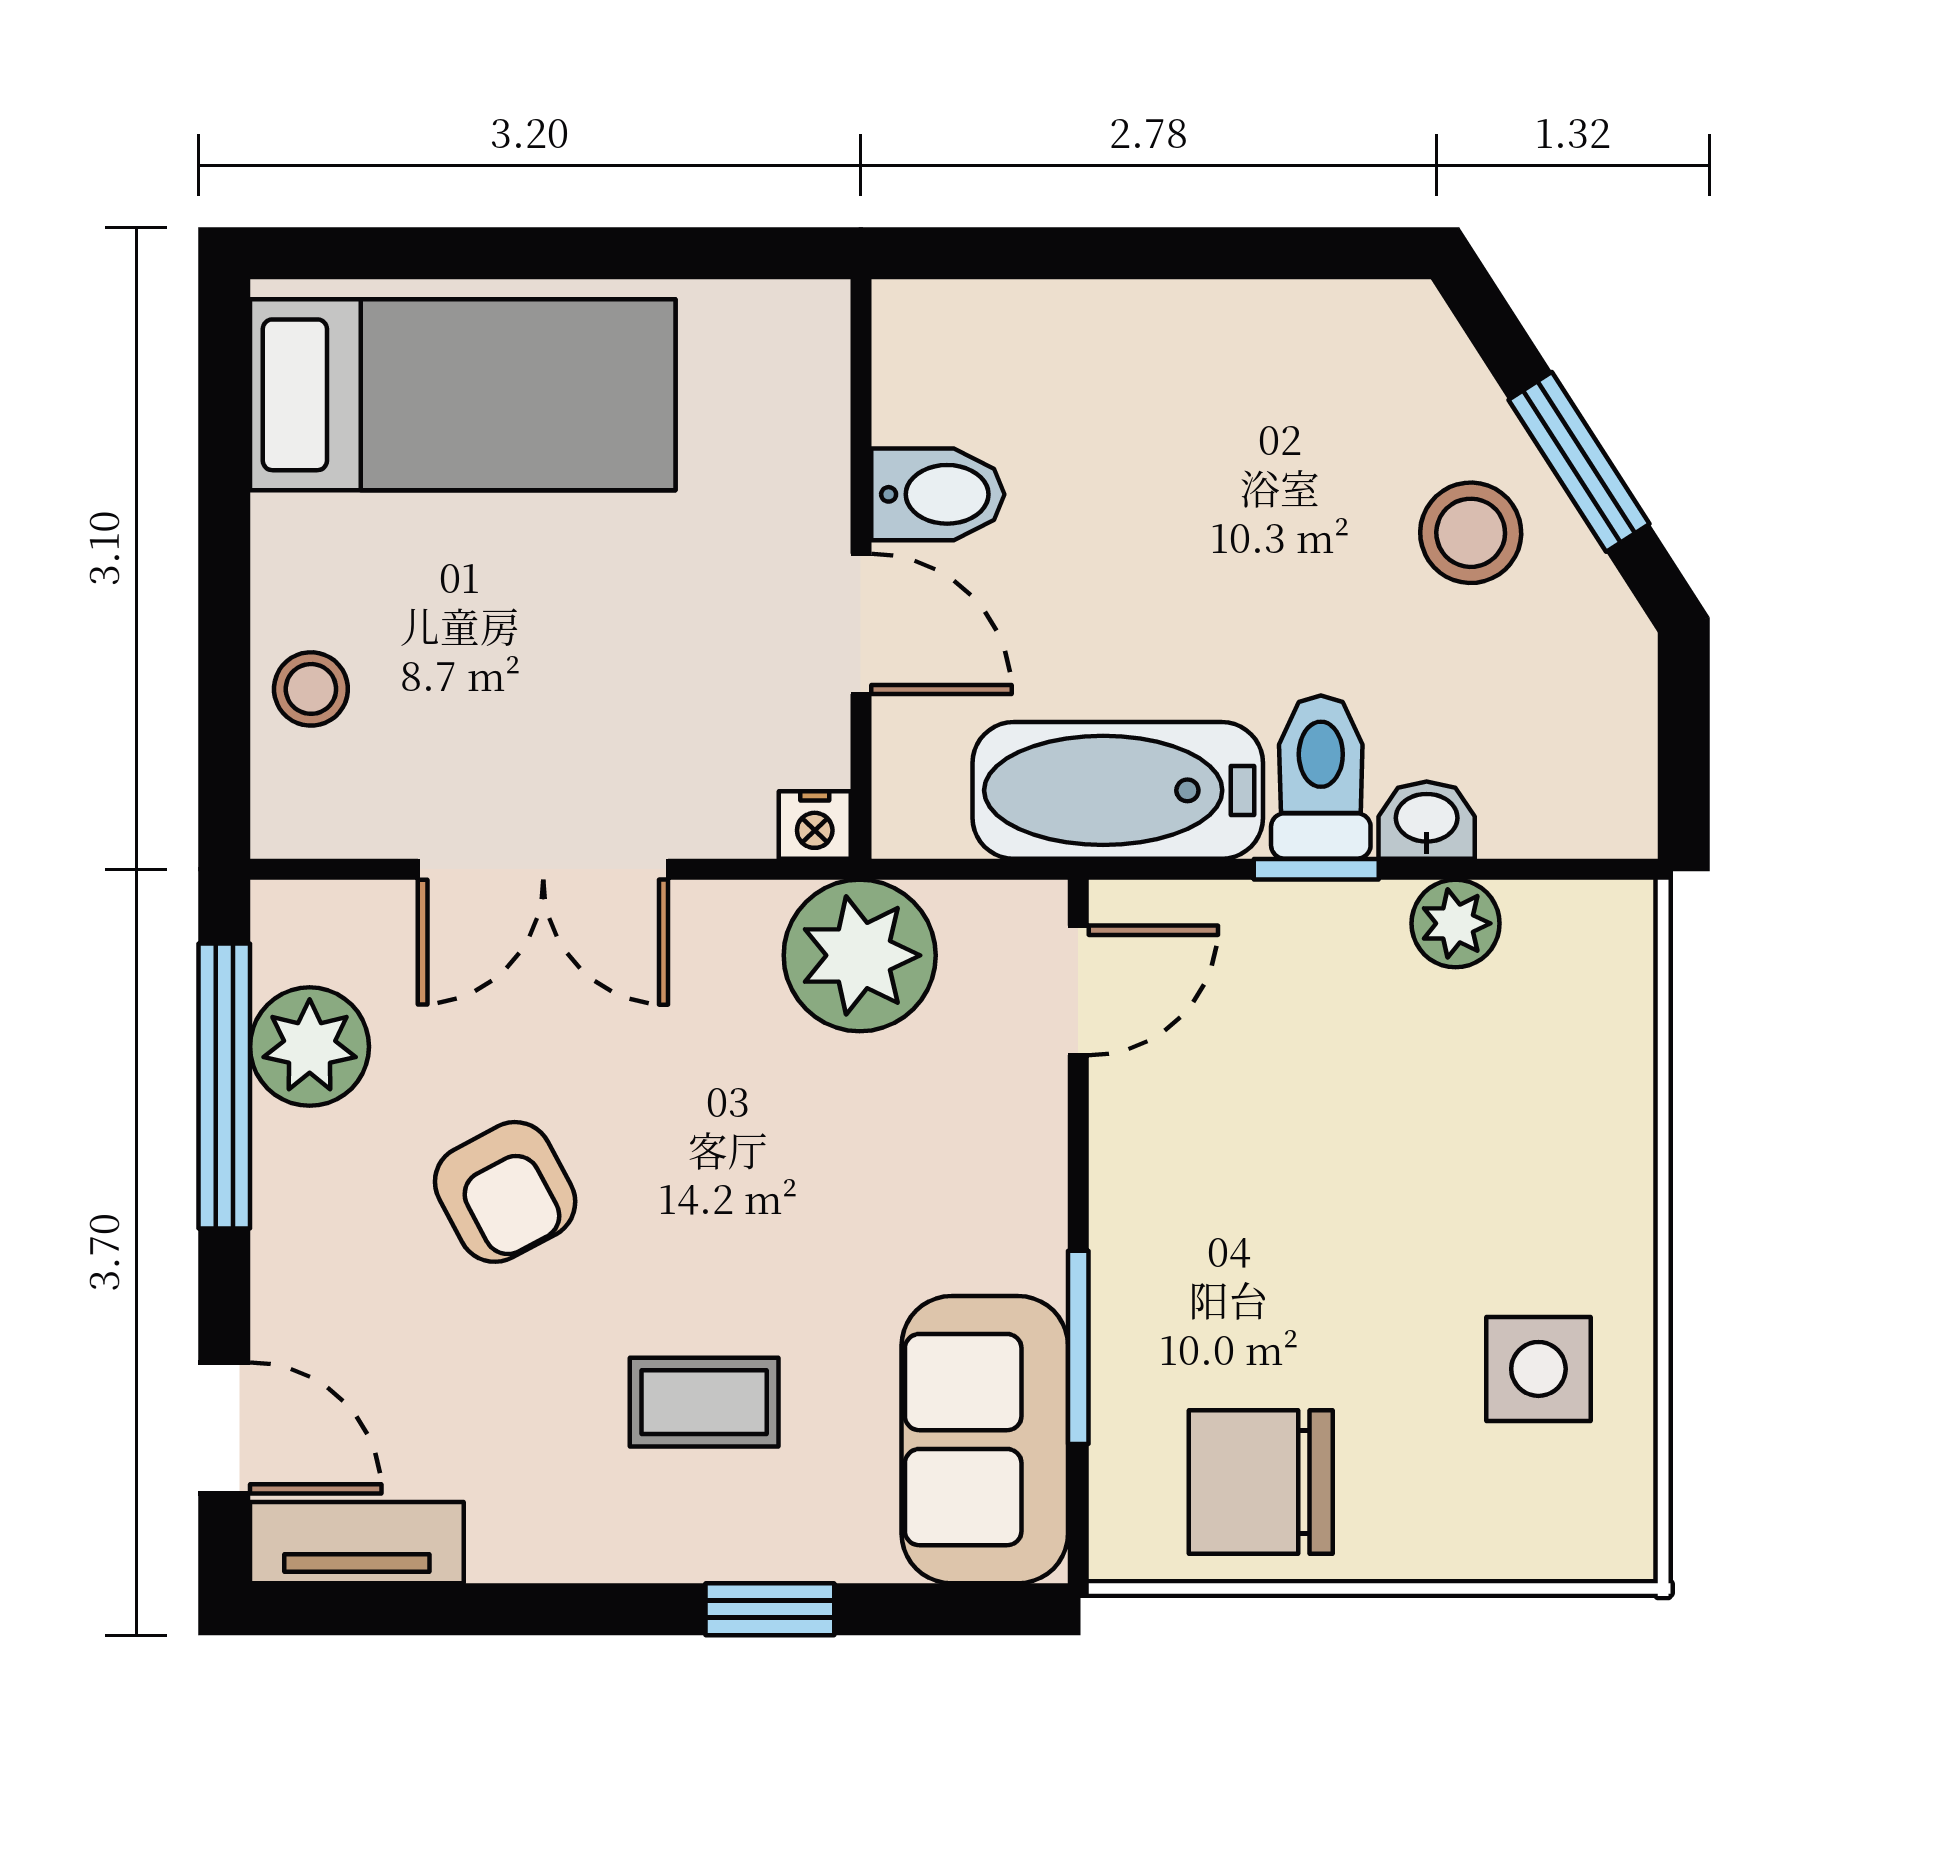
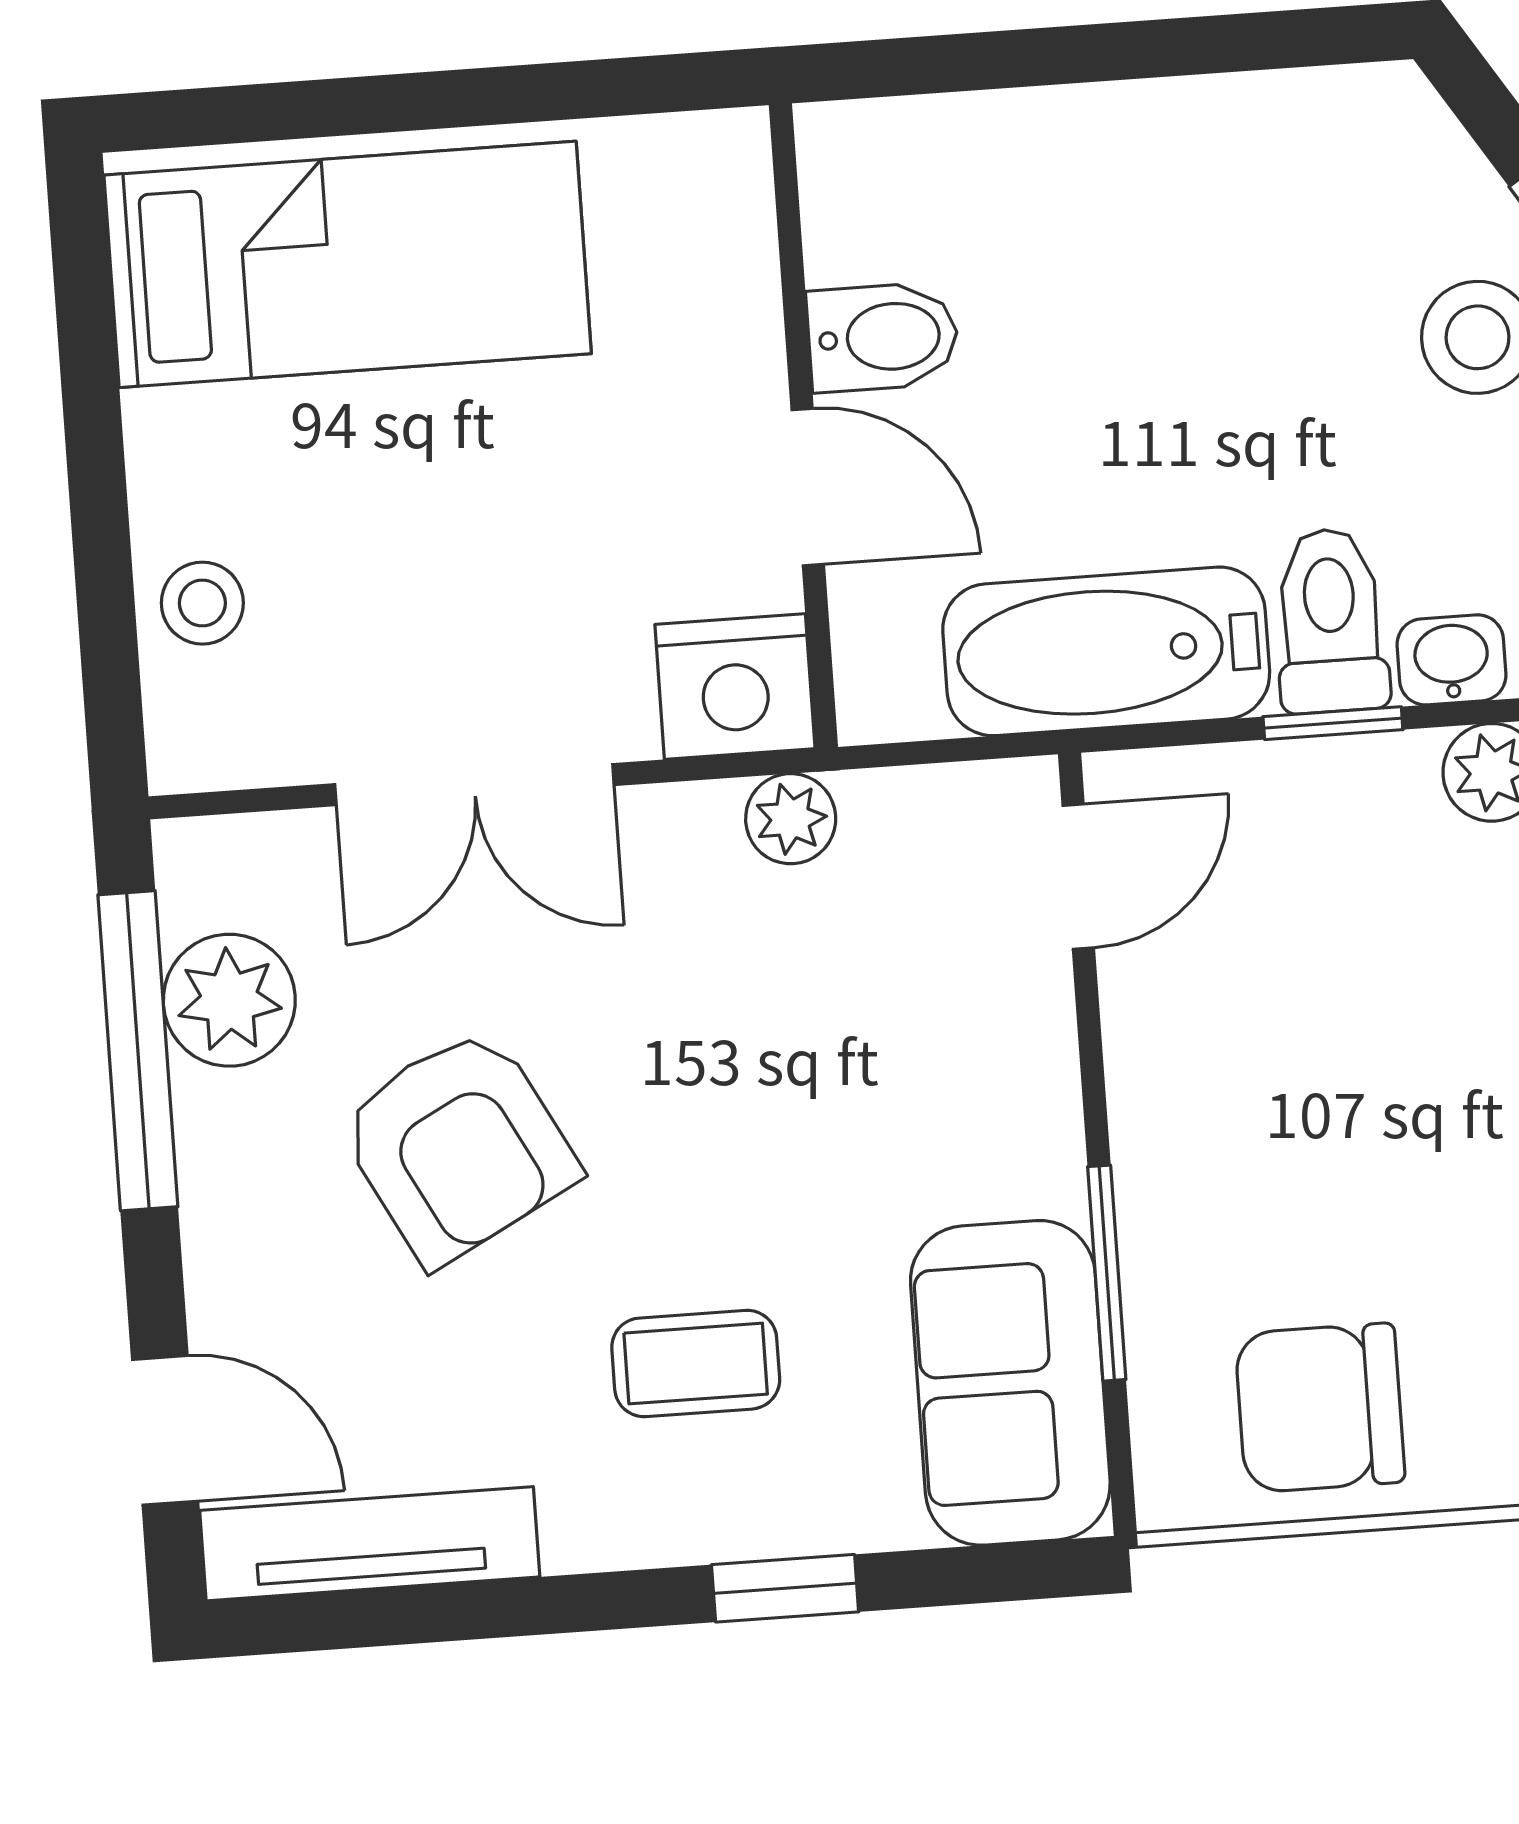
nightstand: (815, 825) -> (735, 687), width x1.89, depth x1.79
plant: (860, 955) -> (791, 819), width x0.53, depth x0.53
armchair: (505, 1192) -> (458, 1146), width x1.38, depth x1.38
tv unit: (357, 1543) -> (370, 1544), width x1.41

